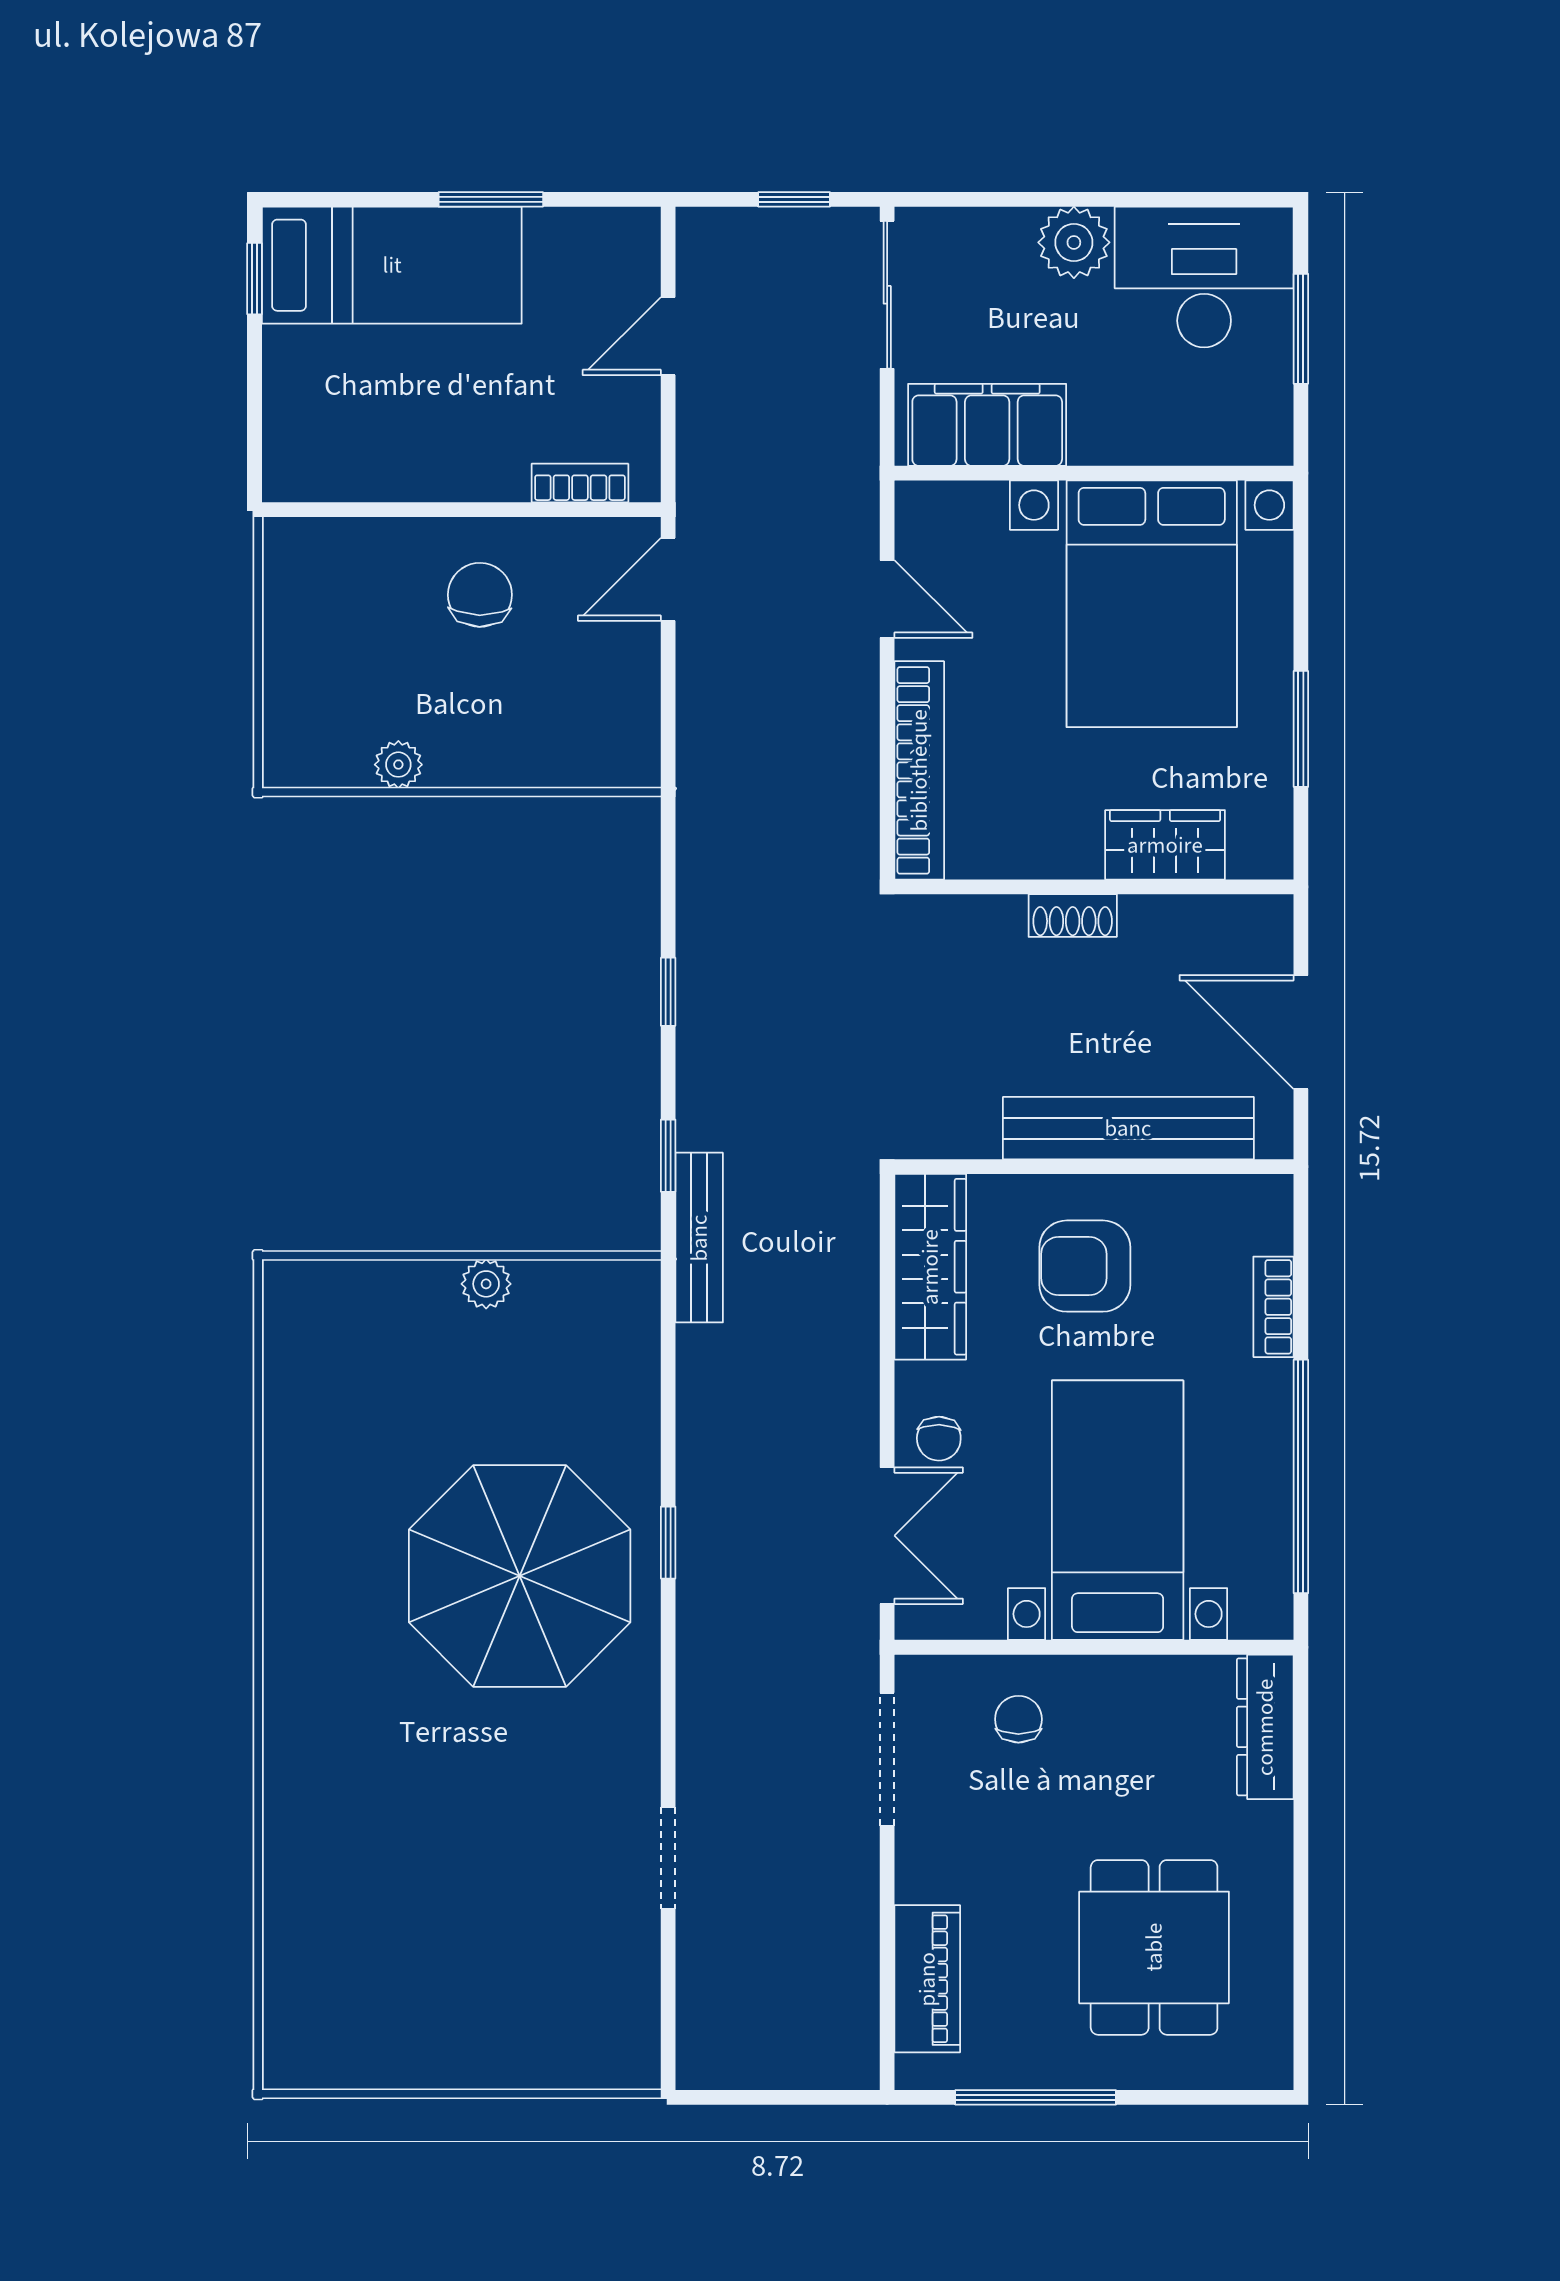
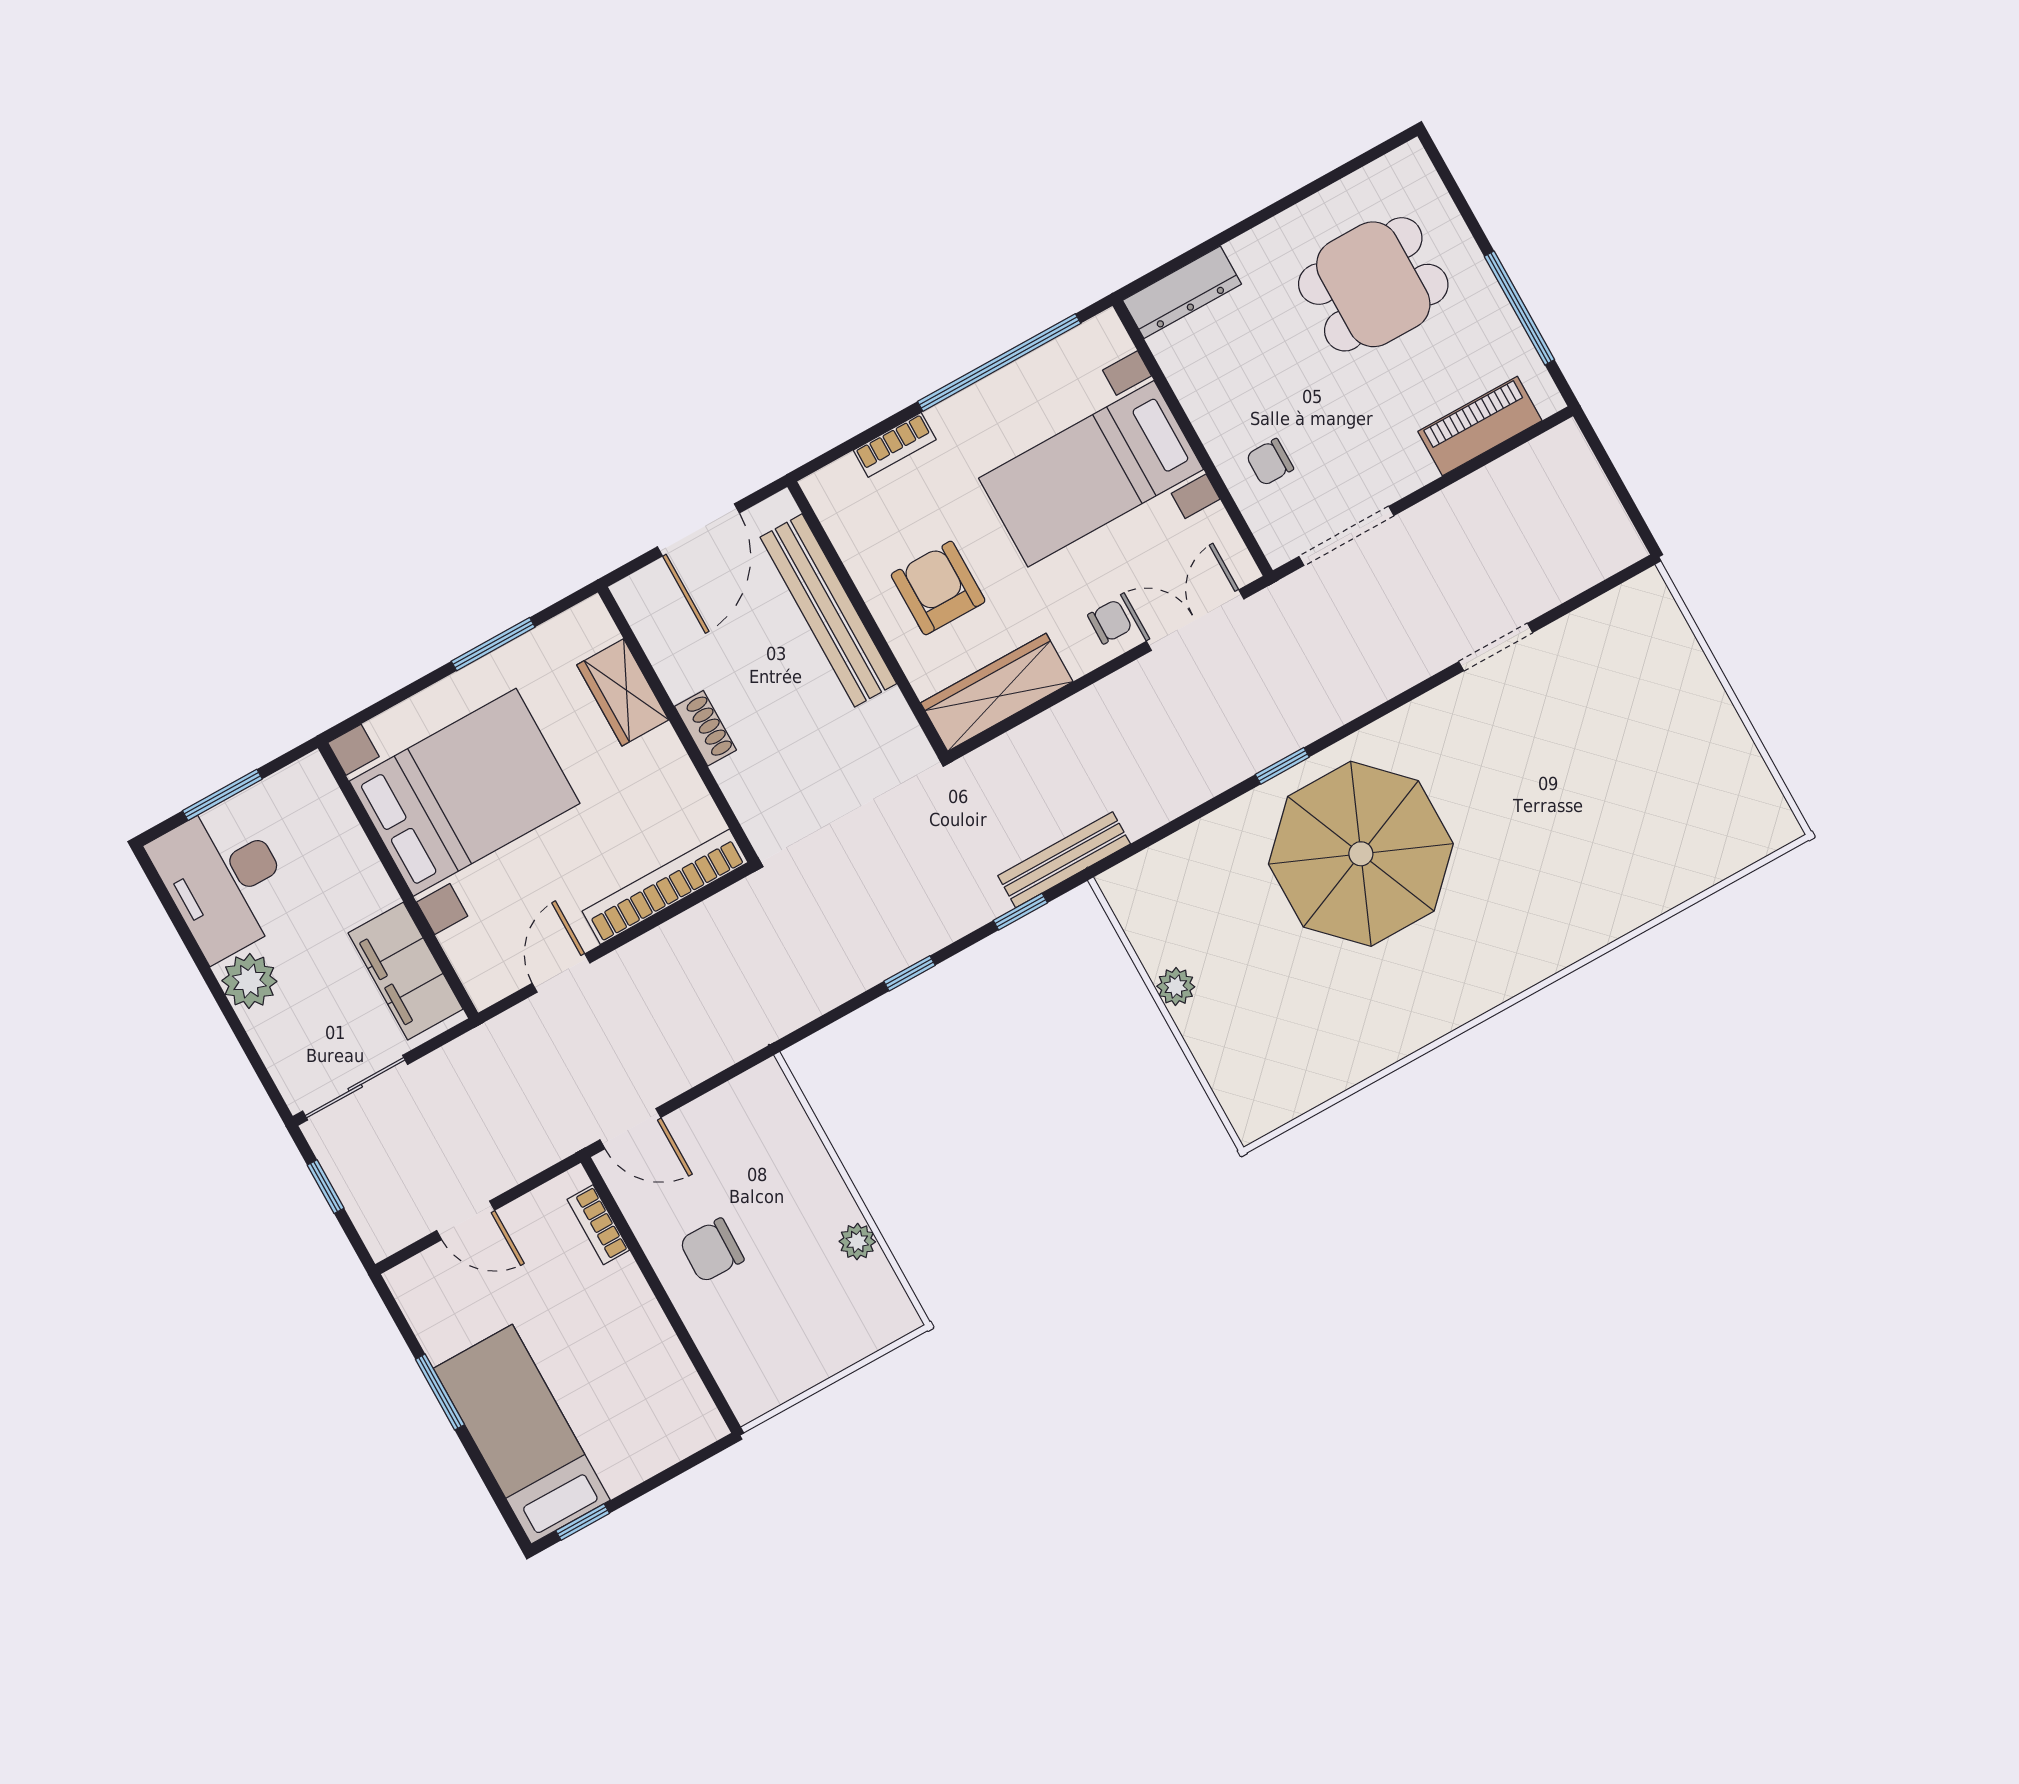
armchair: (1085, 1266) -> (938, 588), turned 180

